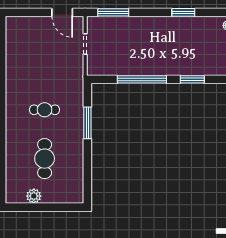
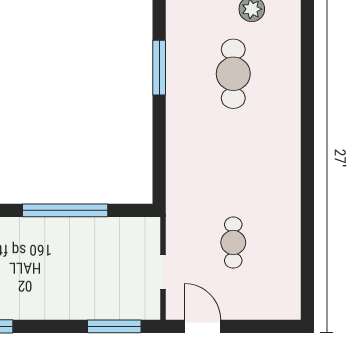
cafe table: (45, 110) -> (233, 243), moved, turned 90
window: (87, 123) -> (159, 68), moved

